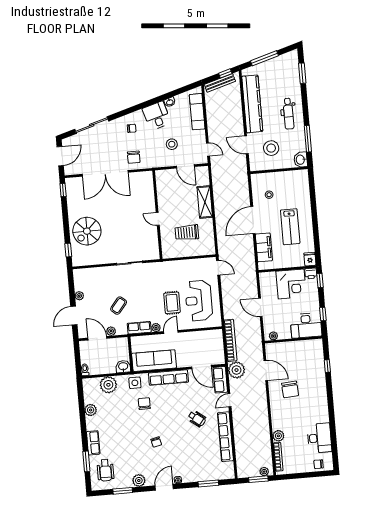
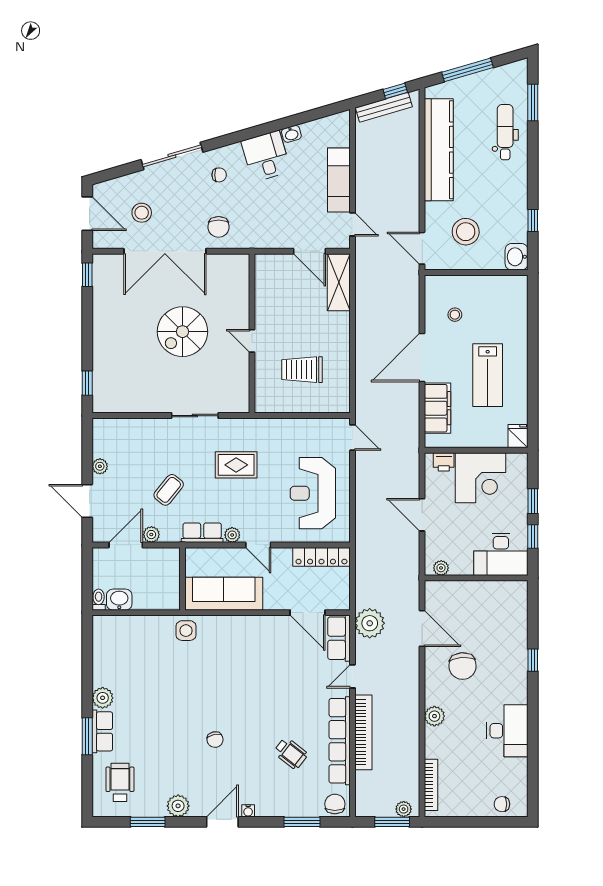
exam couch: (197, 112) -> (339, 180), moved
dental chair: (288, 114) -> (505, 132), moved, turned 180
sliding door: (92, 125) -> (172, 156), moved
window: (308, 139) -> (533, 220), width x0.46
stool: (172, 144) -> (142, 213), moved
door: (246, 145) -> (422, 248), moved
door: (60, 156) -> (87, 214), hinge flipped
shelving: (205, 202) -> (339, 282), moved
spiral stairs: (87, 231) -> (182, 332), moved
printer: (311, 273) -> (444, 462), moved
window: (320, 281) -> (533, 501), moved
rug: (172, 303) -> (236, 465), moved, turned 90
door: (74, 316) -> (87, 501), hinge flipped
door: (171, 332) -> (258, 545), swing flipped
locker: (207, 335) -> (321, 557), added
door: (97, 338) -> (126, 545), hinge flipped
bookcase: (230, 340) -> (363, 732), moved
window: (327, 366) -> (533, 660), moved
washbasin: (123, 367) -> (119, 600), moved
row of seats: (168, 378) -> (247, 626), removed
plant: (108, 385) -> (138, 630), removed
chair: (144, 404) -> (335, 804), moved
plant: (91, 410) -> (103, 698), moved
wheelchair: (197, 419) -> (291, 753), moved
plant: (278, 436) -> (434, 716), moved
desk: (319, 438) -> (507, 731), moved
window: (86, 461) -> (87, 736), moved
wheelchair: (105, 470) -> (120, 782), turned 180

